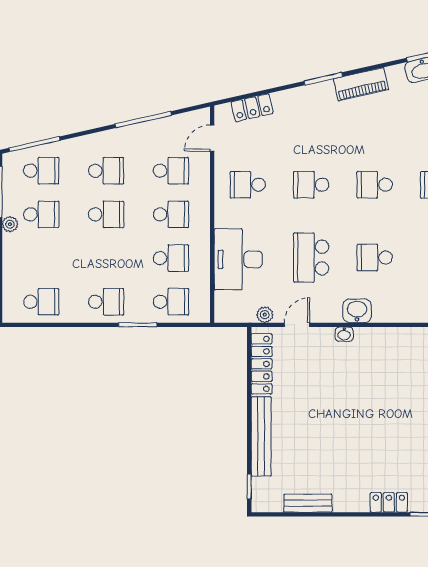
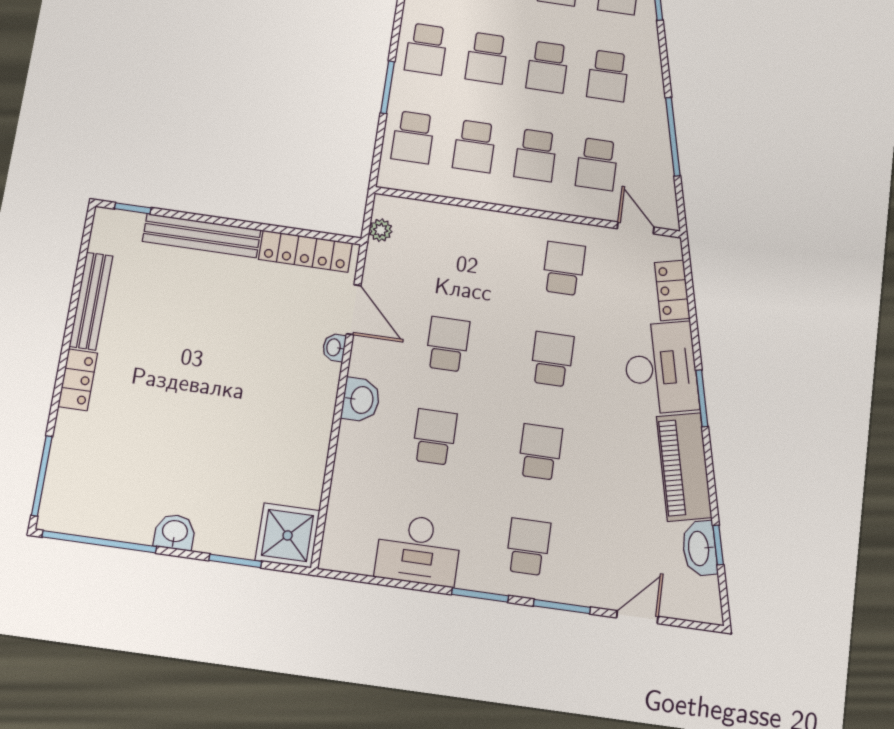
piano: (361, 84) -> (684, 467), width x1.37, depth x1.33
school desk: (106, 258) -> (487, 58), added
school desk: (311, 258) -> (447, 344), width x0.54
desk: (238, 259) -> (661, 368), moved, turned 77
plant: (265, 315) -> (381, 230), moved
door: (297, 325) -> (354, 310), width x1.38
washbasin: (344, 334) -> (334, 347), moved
locker: (389, 502) -> (78, 380), moved
bench: (308, 503) -> (91, 301), width x1.36

